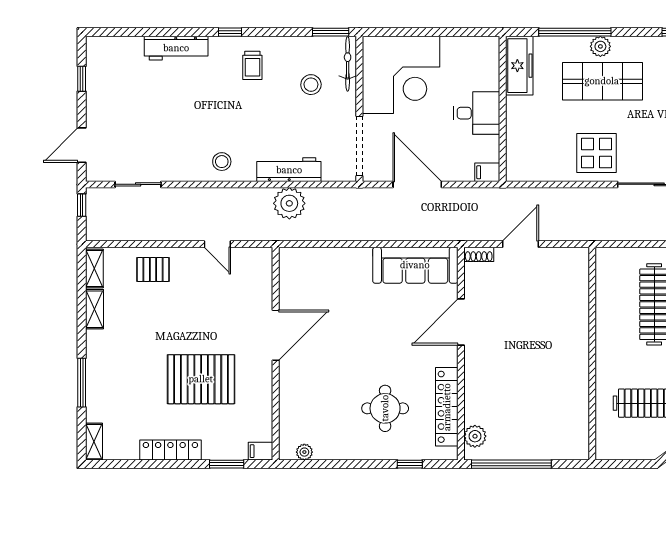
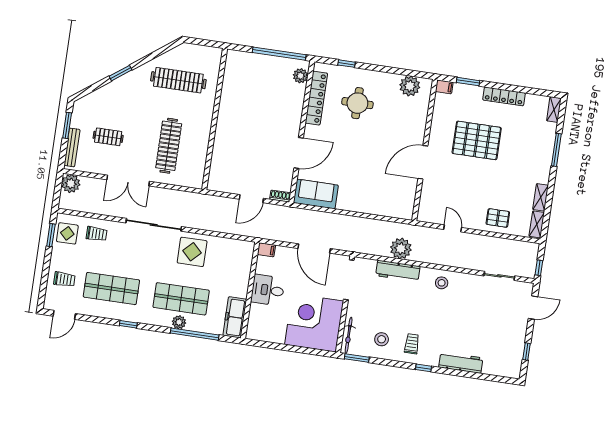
stool: (311, 85) -> (382, 339), moved
sofa: (415, 265) -> (316, 194), width x0.73
plant: (304, 452) -> (410, 86), width x1.87, depth x1.87

